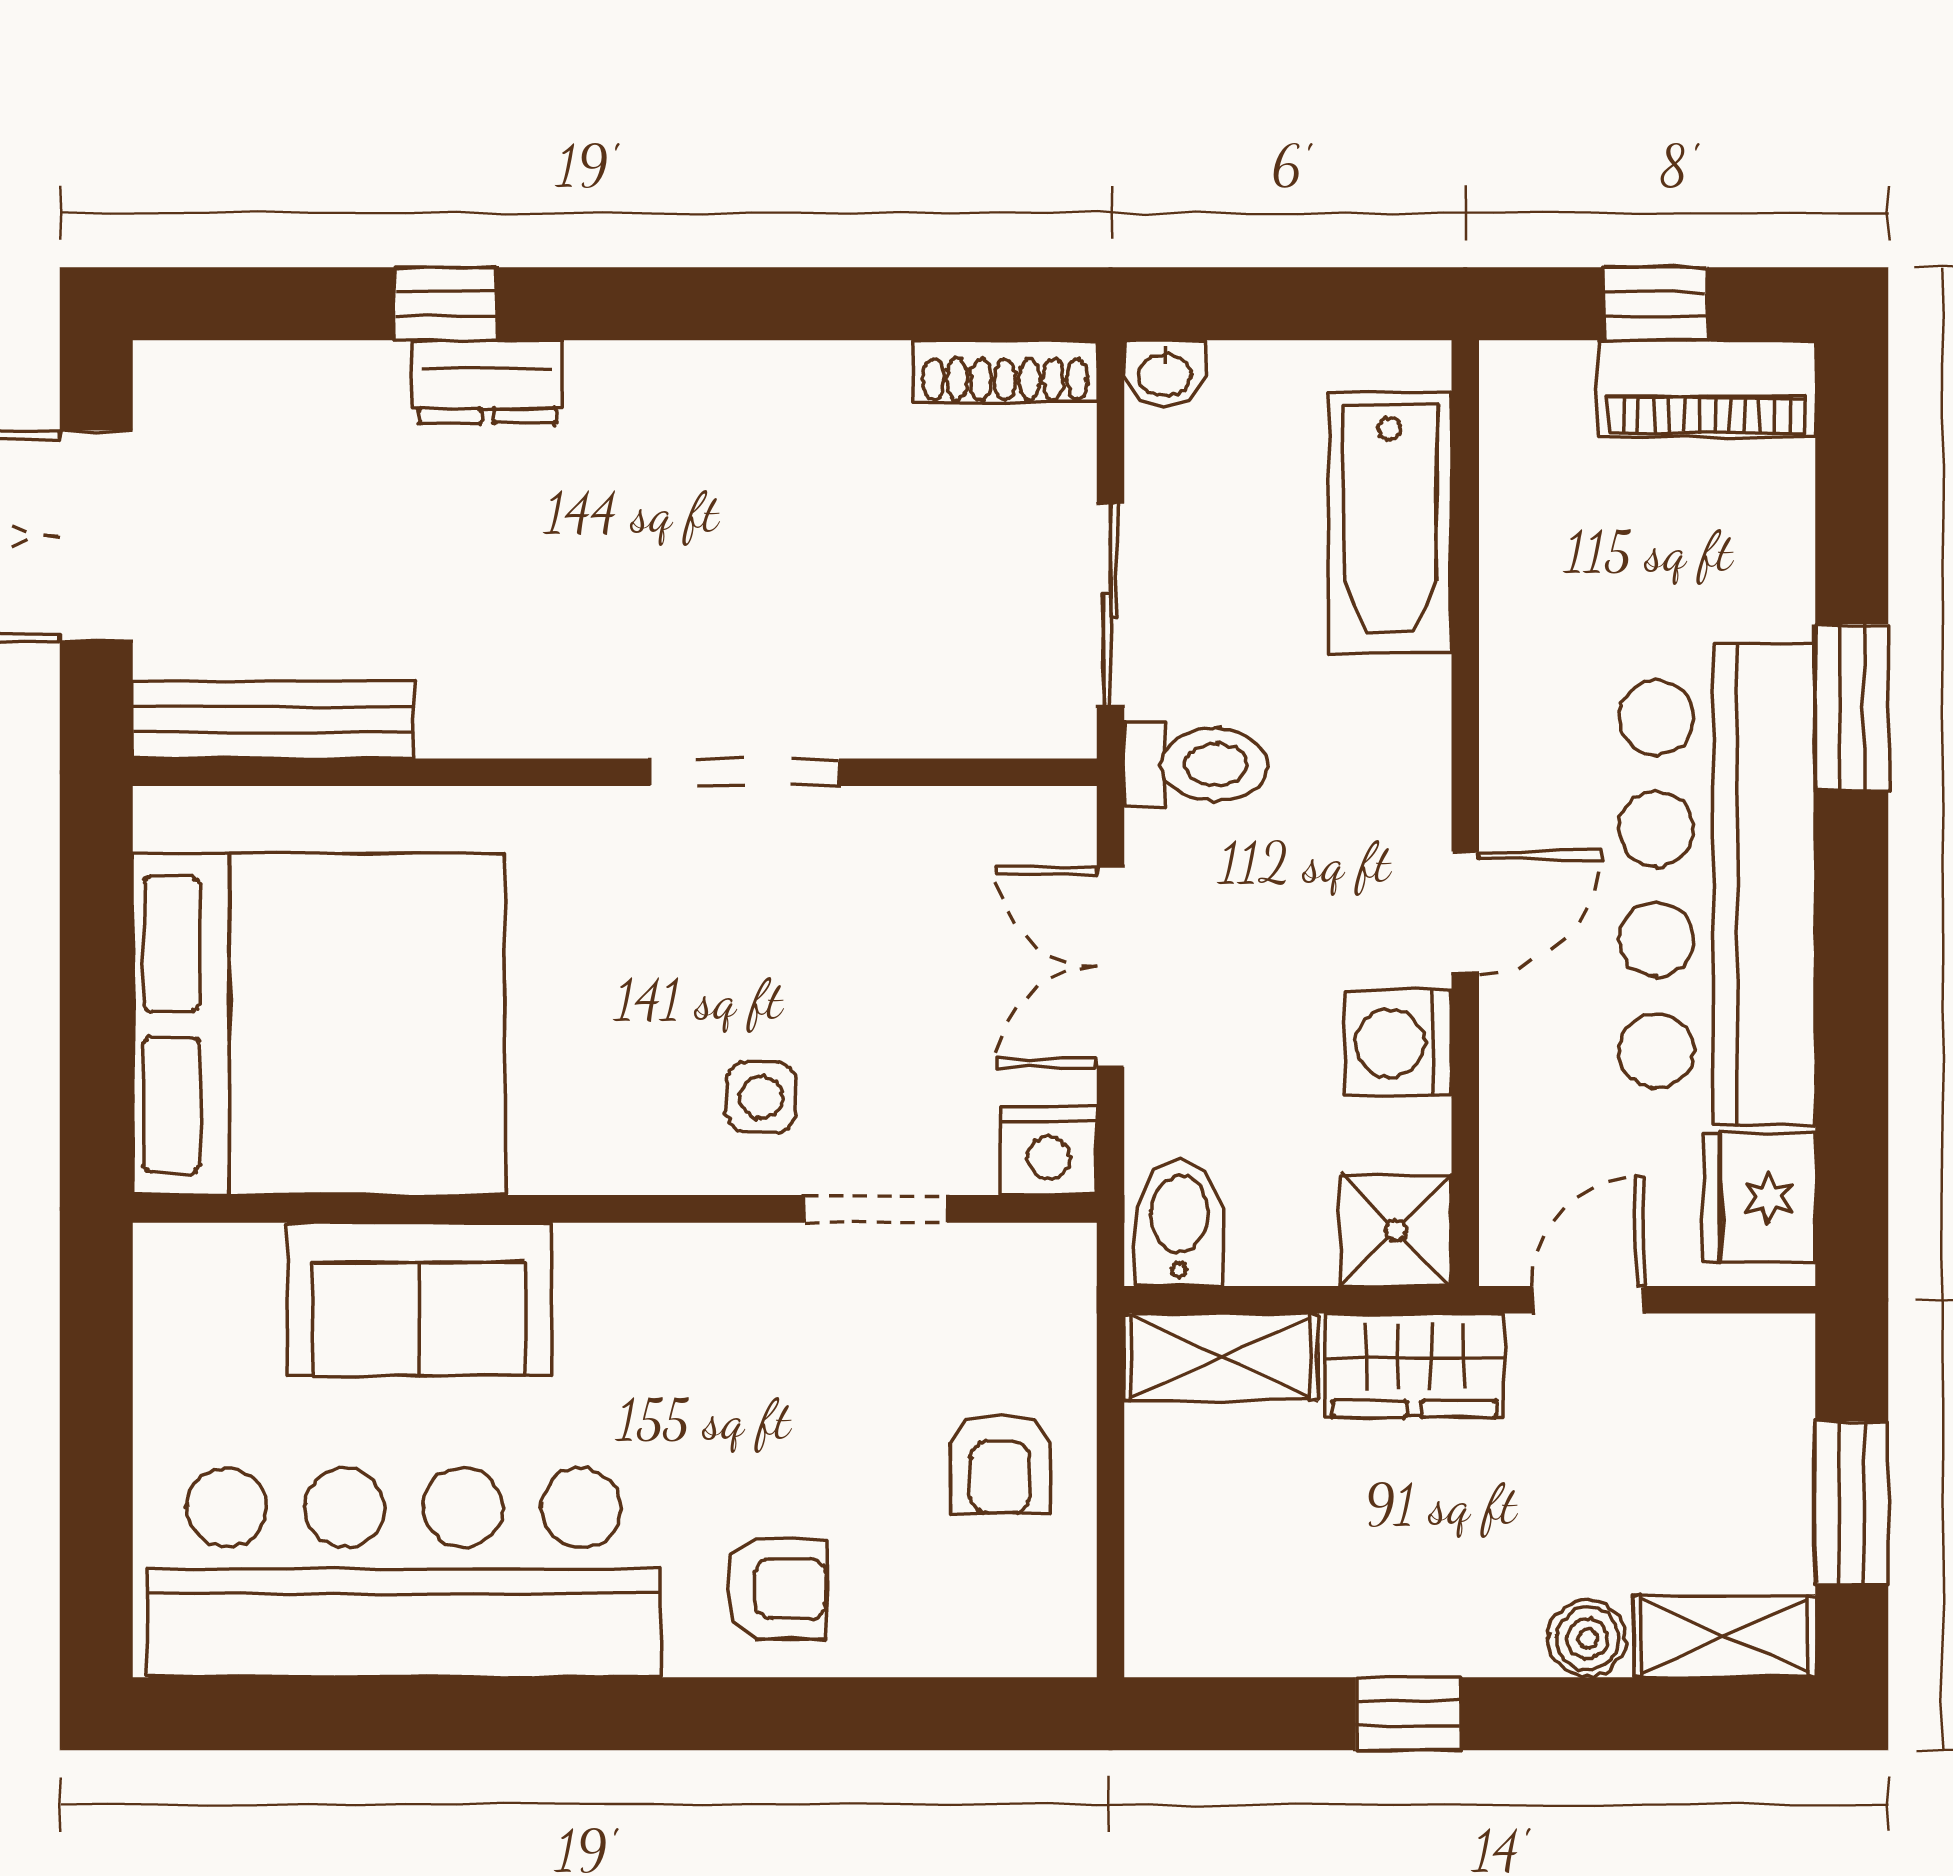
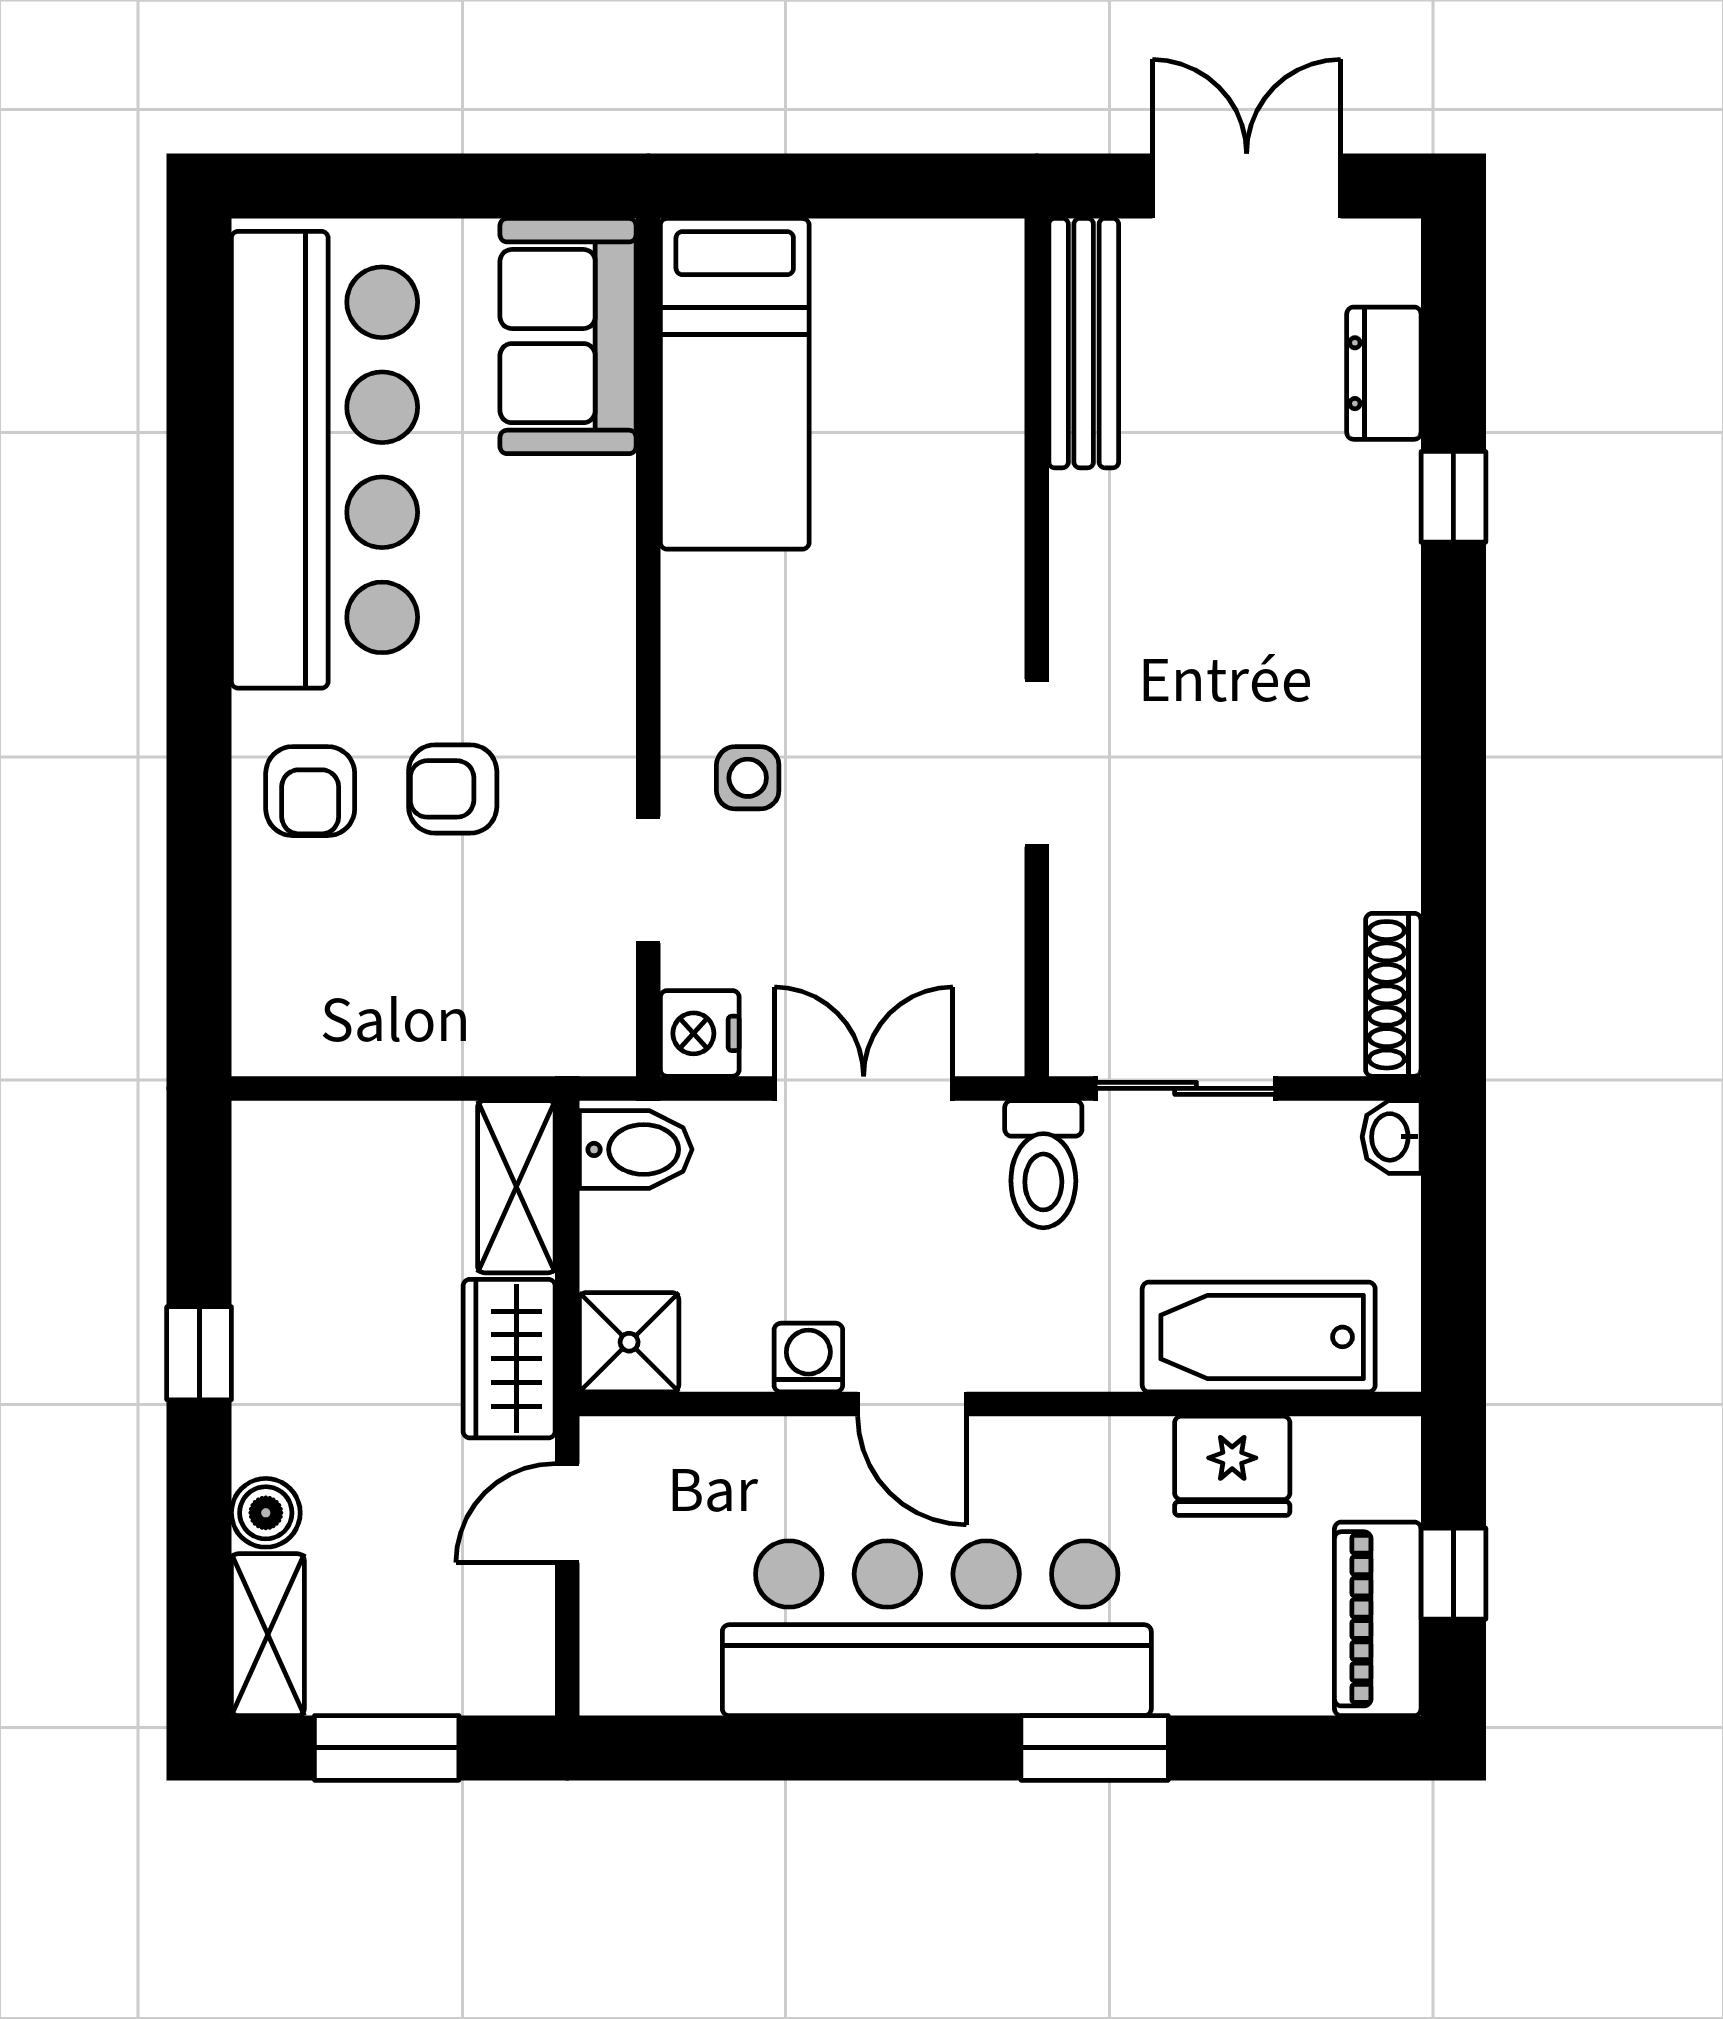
dresser: (487, 382) -> (1384, 373), moved
bed: (318, 1024) -> (735, 384), width x0.49
washing machine: (1398, 1043) -> (808, 1358), width x0.73, depth x0.73
fridge: (1760, 1198) -> (1232, 1466), moved, turned 180
sofa: (419, 1299) -> (568, 336), moved
door: (1588, 1300) -> (567, 1513), swing flipped
armchair: (1000, 1463) -> (453, 789), moved

